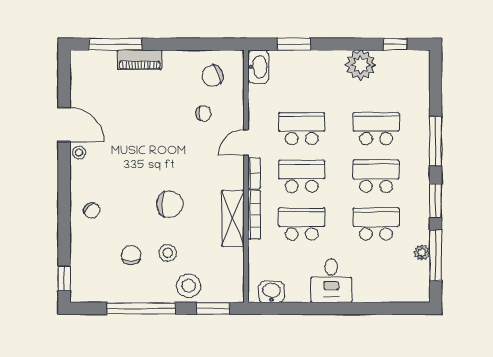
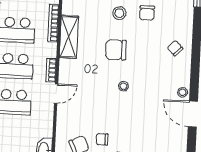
chair: (203, 113) -> (102, 139), moved
stool: (158, 157) -> (123, 86), added
bookcase: (254, 215) -> (53, 23), moved

